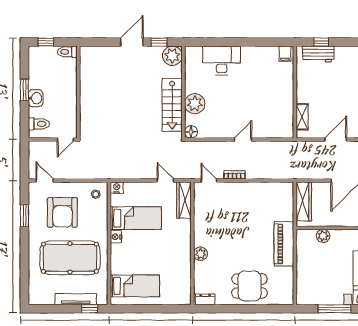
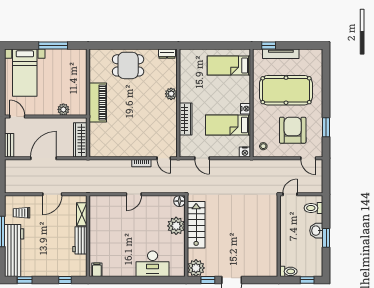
workbench: (318, 54) -> (80, 240), moved, turned -90
wardrobe: (184, 200) -> (186, 119), moved

